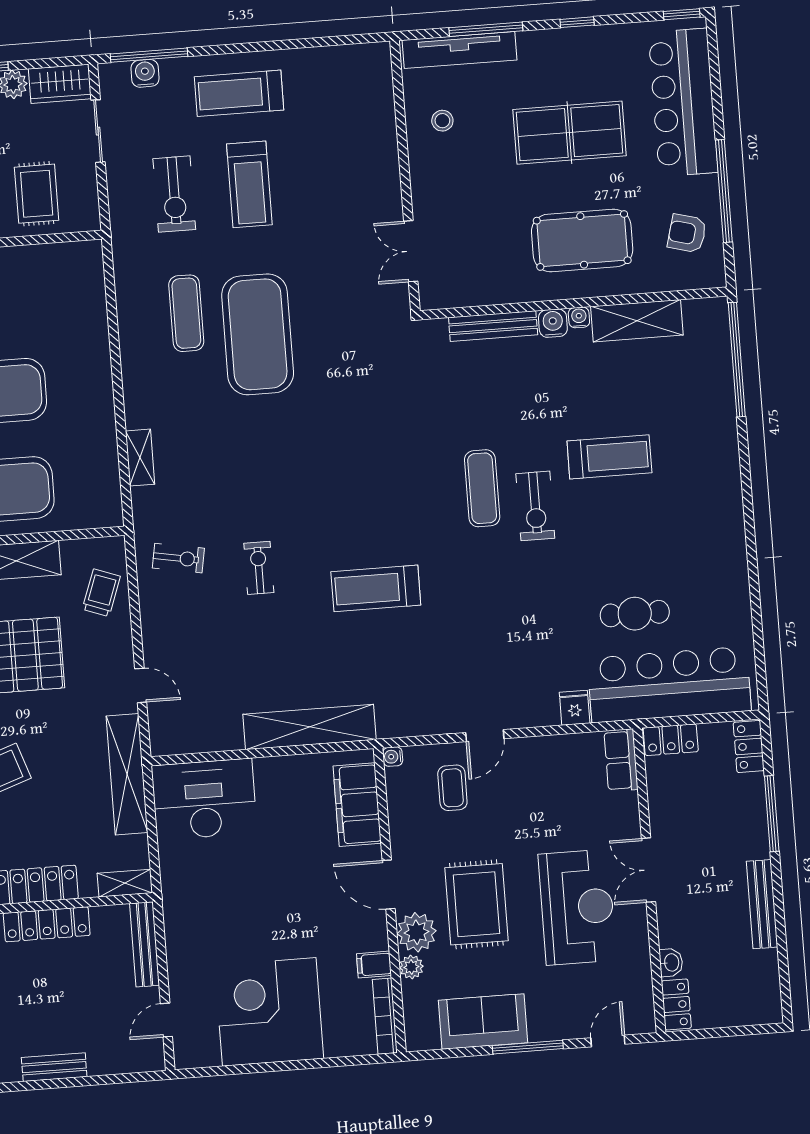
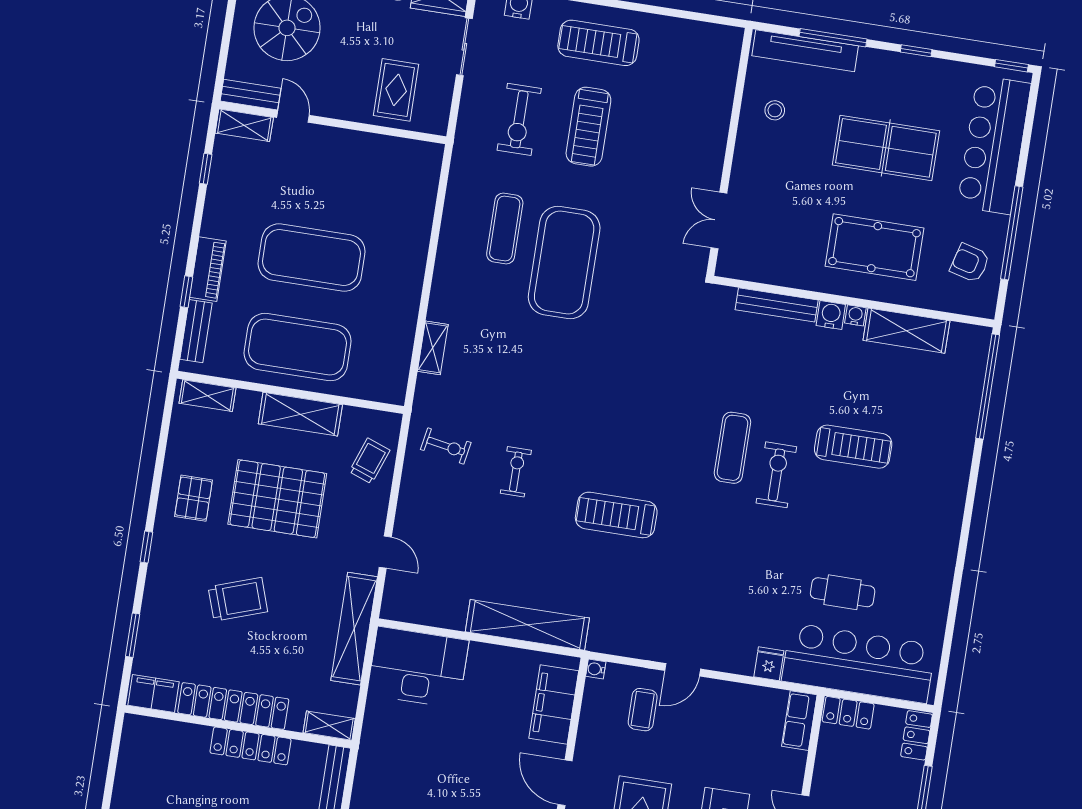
exercise bike: (535, 506) -> (776, 475), turned 180

